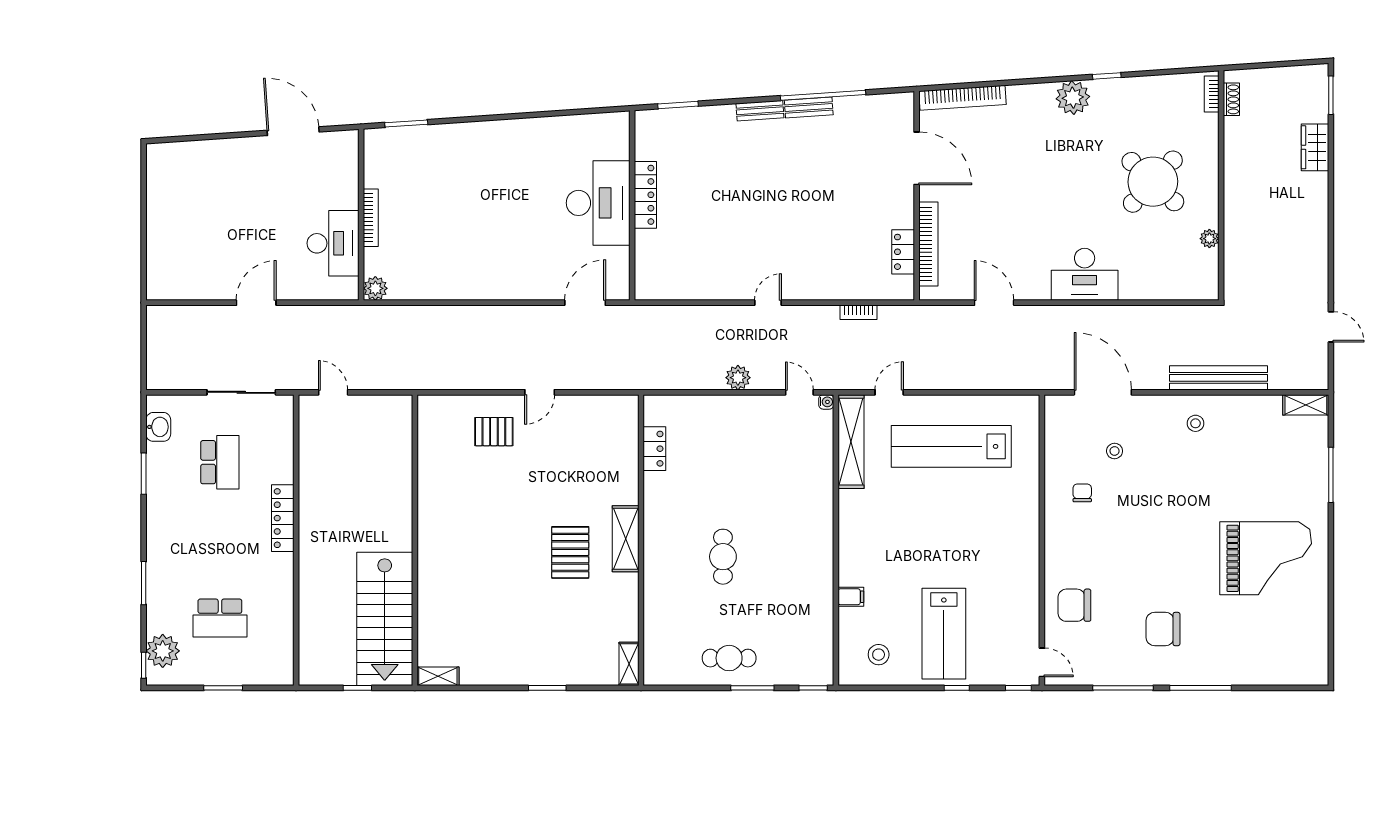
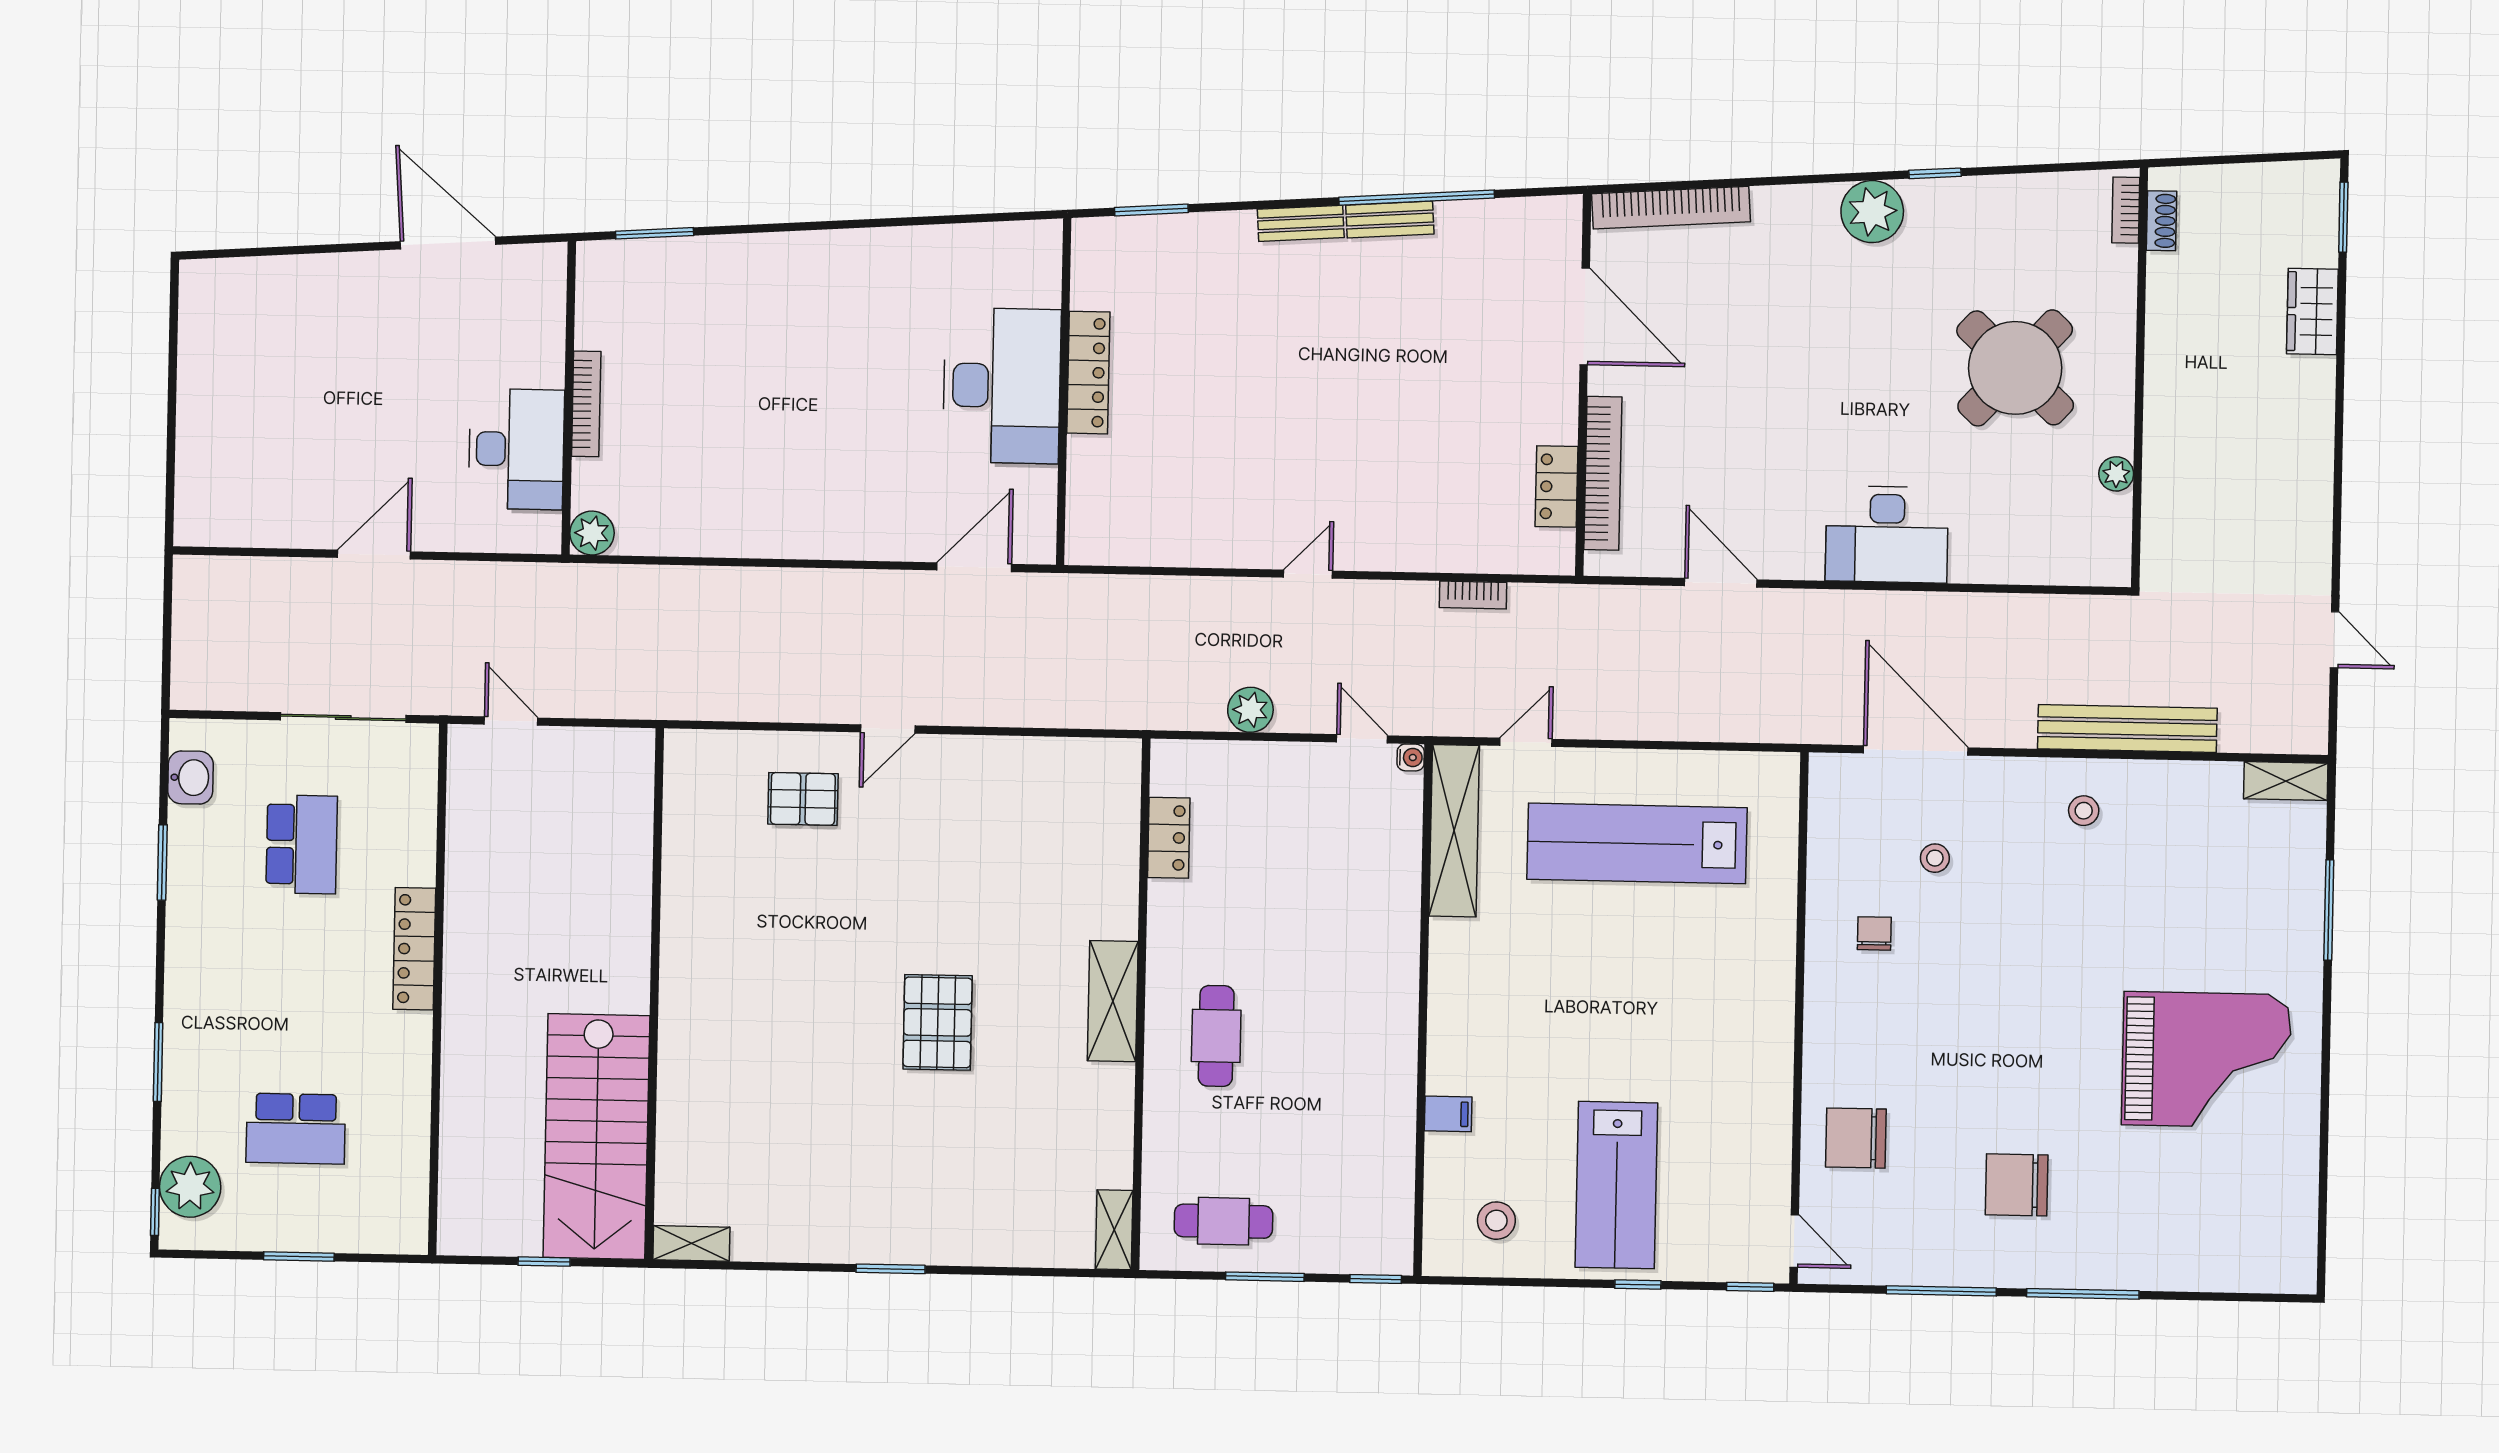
locker: (654, 449) -> (1169, 838), moved
shelving: (626, 539) -> (1113, 1001), moved
wall: (641, 540) -> (1141, 1004), moved
shelving: (629, 664) -> (1114, 1230), moved

